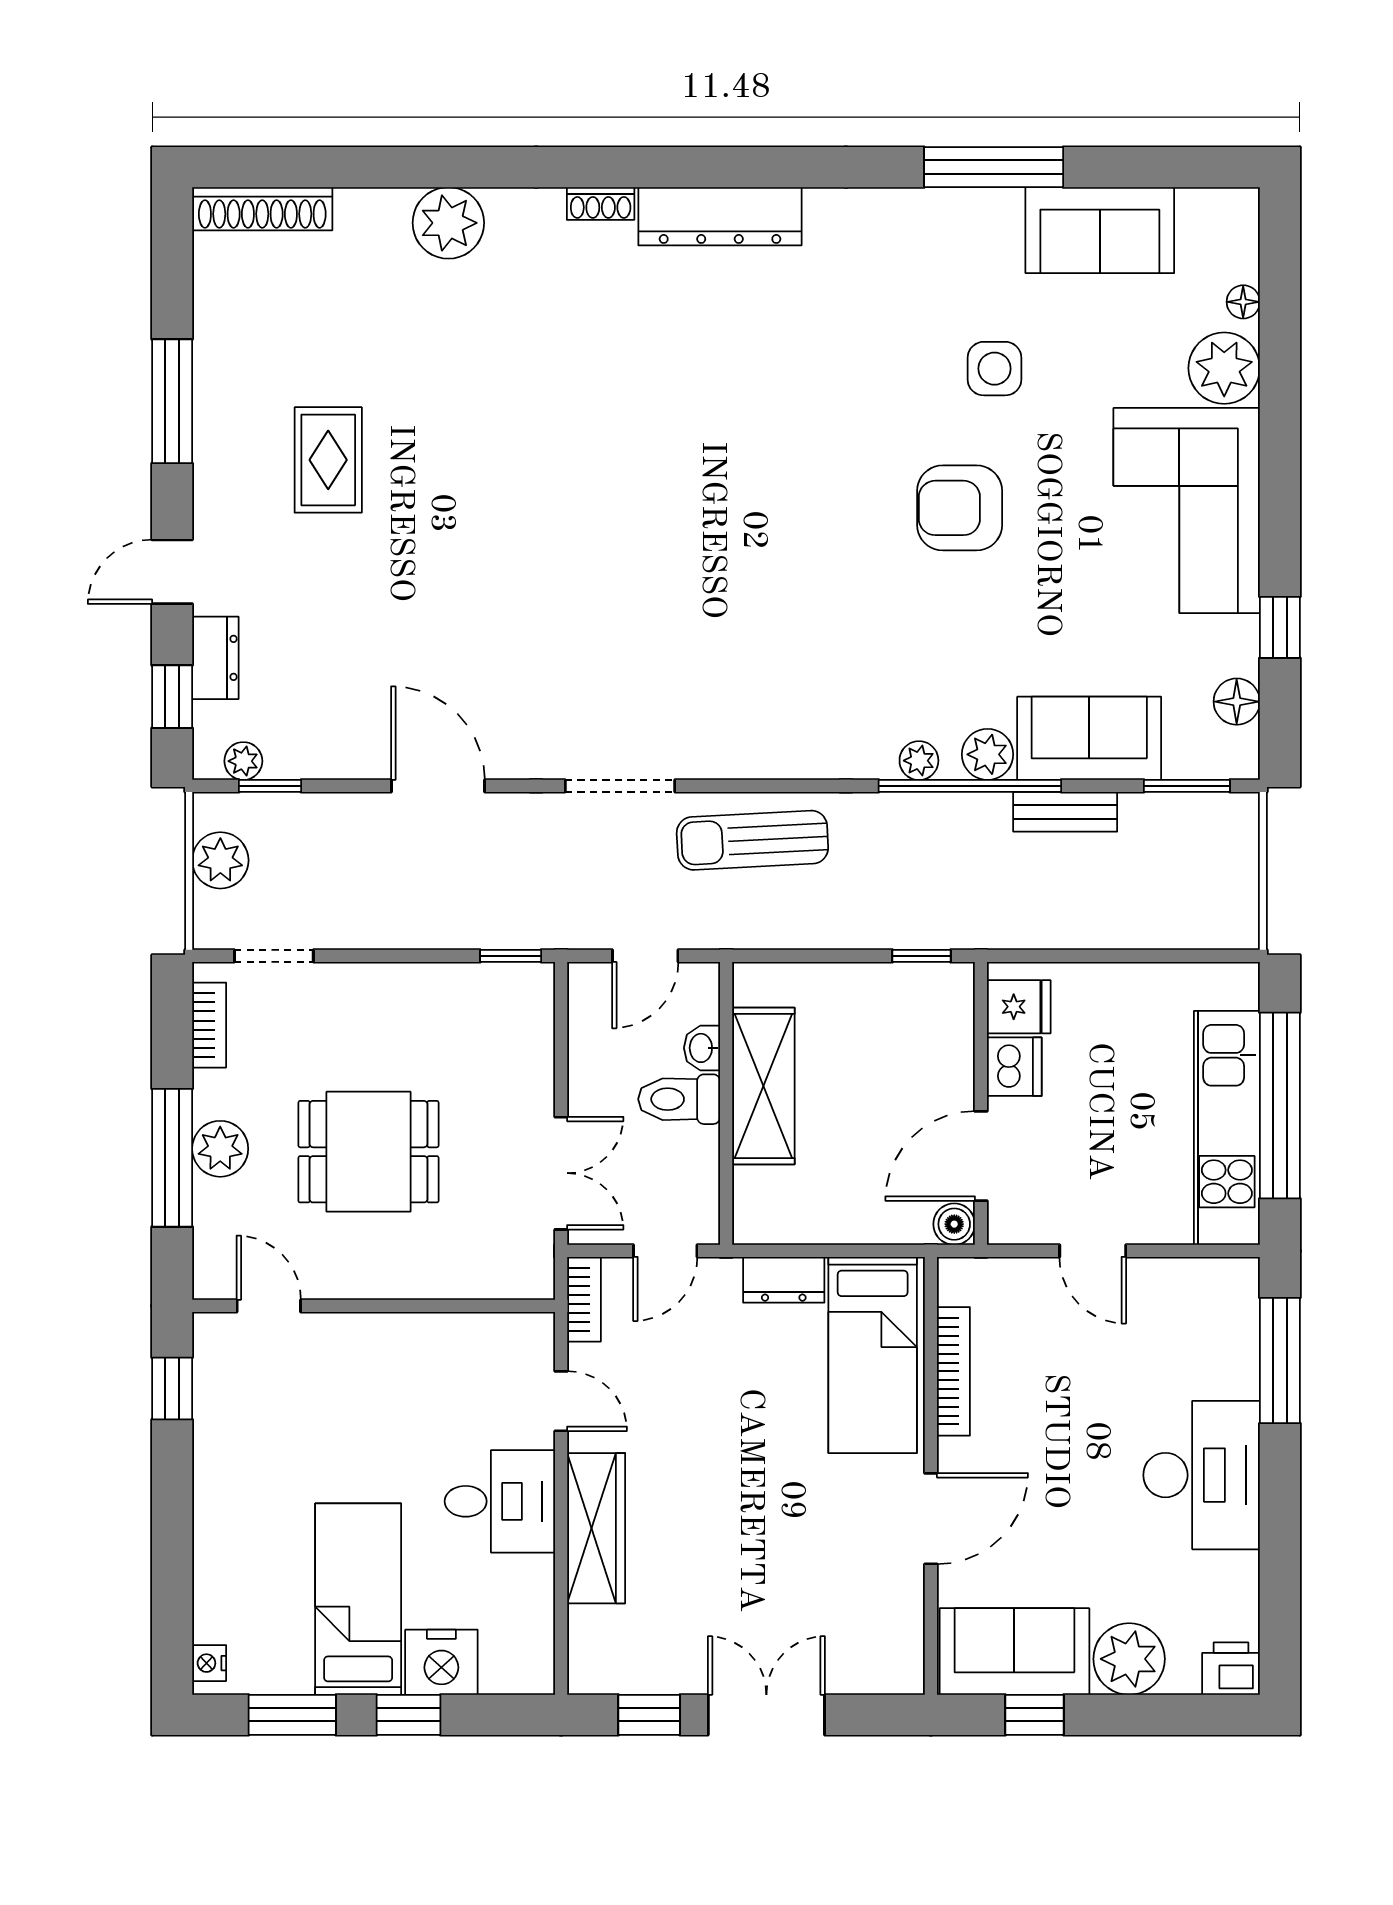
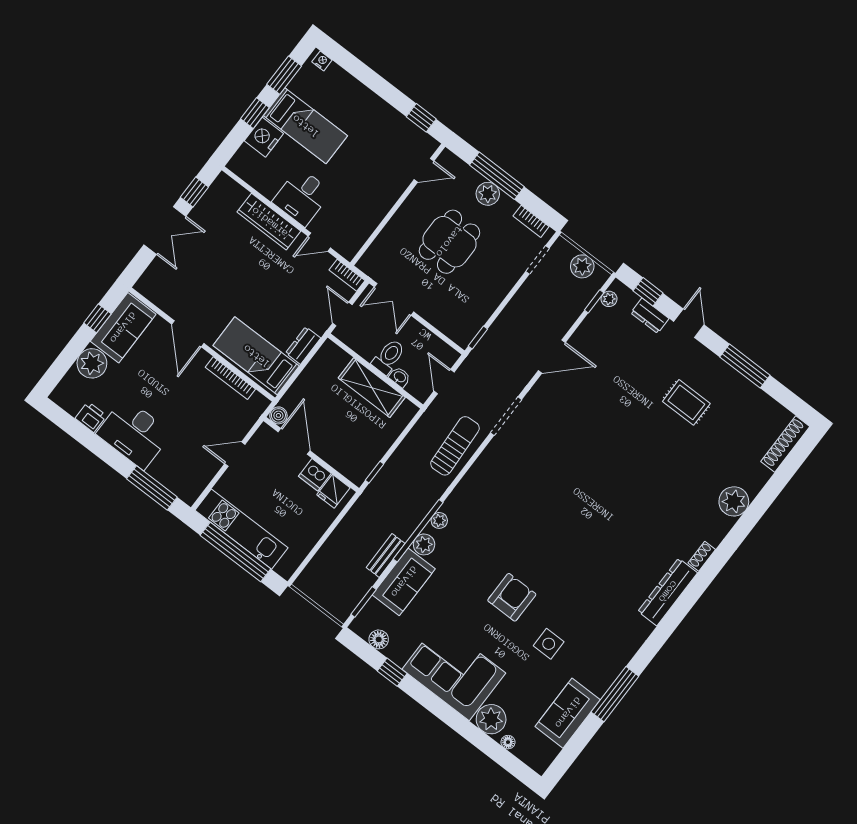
printer: (1231, 1669) -> (91, 417), moved, turned -90

